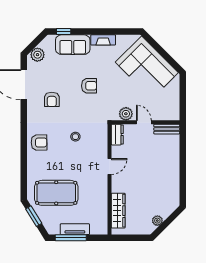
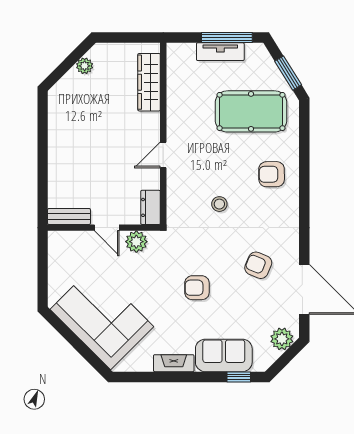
armchair: (52, 99) -> (258, 265), turned -67
armchair: (39, 143) -> (272, 174), moved

